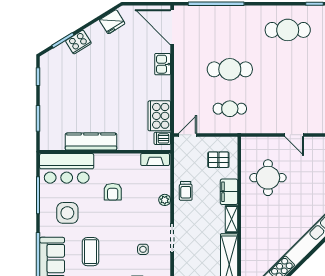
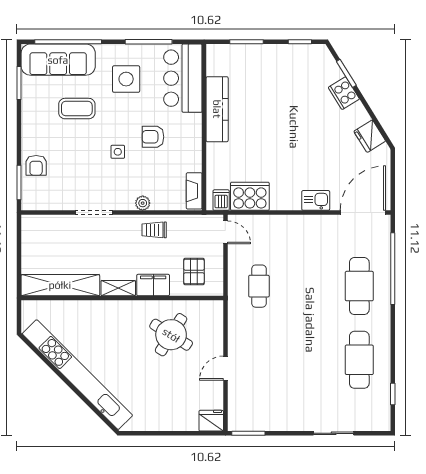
cafe table: (230, 69) -> (359, 286), moved
round table: (268, 178) -> (171, 335), turned 32
side table: (143, 249) -> (118, 152), moved

